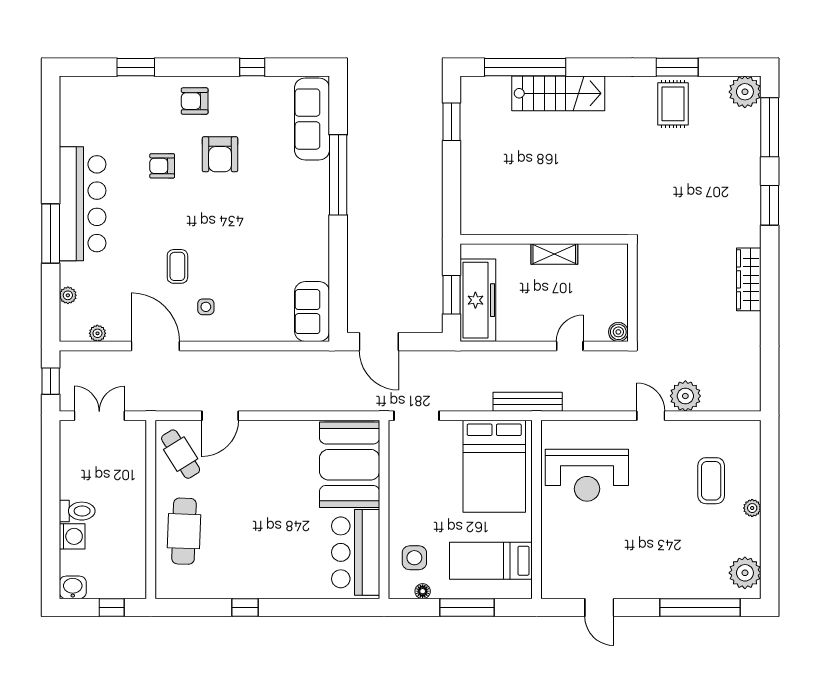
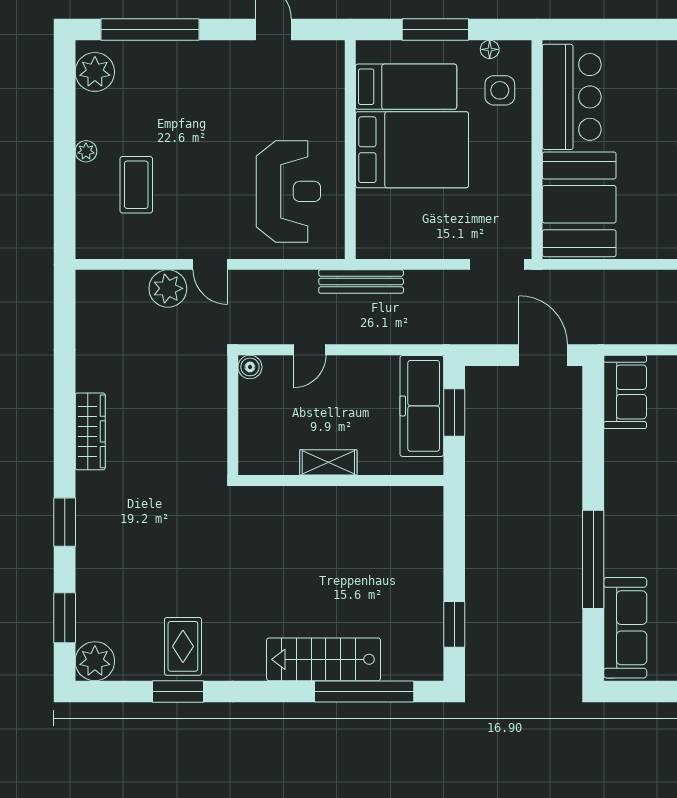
window: (770, 127) -> (65, 618), width x0.69
bed: (494, 466) -> (412, 150), moved, turned 90
reception desk: (587, 475) -> (288, 191), turned 90

